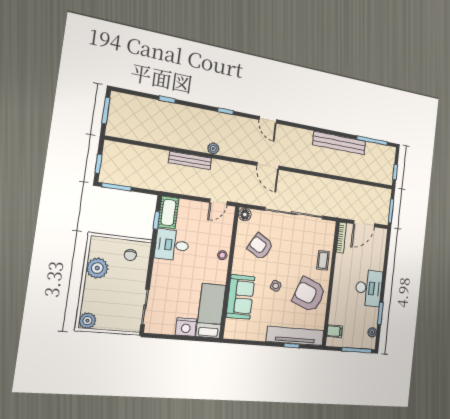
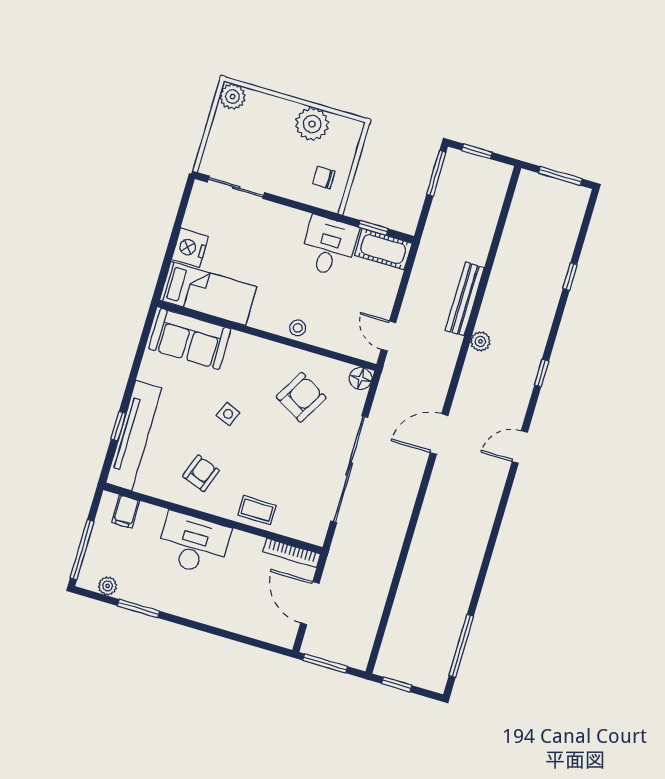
bench: (339, 143) -> (464, 578), removed
desk: (369, 288) -> (194, 544), moved, turned 180
armchair: (309, 295) -> (201, 473), width x0.53, depth x0.53
sofa: (241, 297) -> (190, 339), moved

